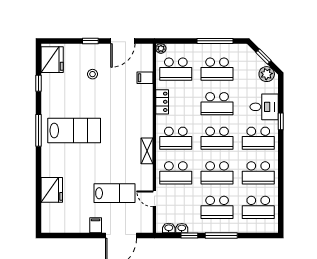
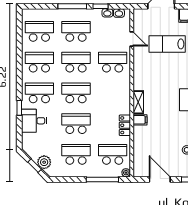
door: (123, 41) -> (160, 179), hinge flipped
window: (215, 41) -> (102, 179), moved
plant: (267, 74) -> (44, 162), moved
filing cabinet: (145, 78) -> (140, 120), moved
school desk: (176, 138) -> (113, 93), removed
shelving: (147, 151) -> (138, 102), moved

